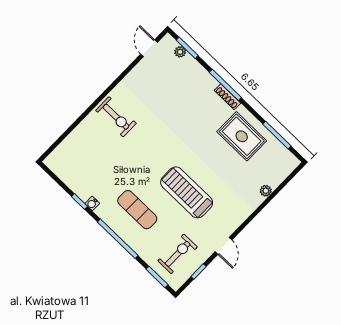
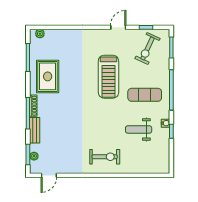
bench: (204, 76) -> (35, 130), added
exercise bike: (116, 117) -> (105, 157), turned 90
weight bench: (111, 173) -> (139, 129), added
plant: (266, 191) -> (40, 34), moved
exercise mat: (137, 210) -> (145, 95), turned 90
exercise bike: (178, 254) -> (147, 49), turned -65

